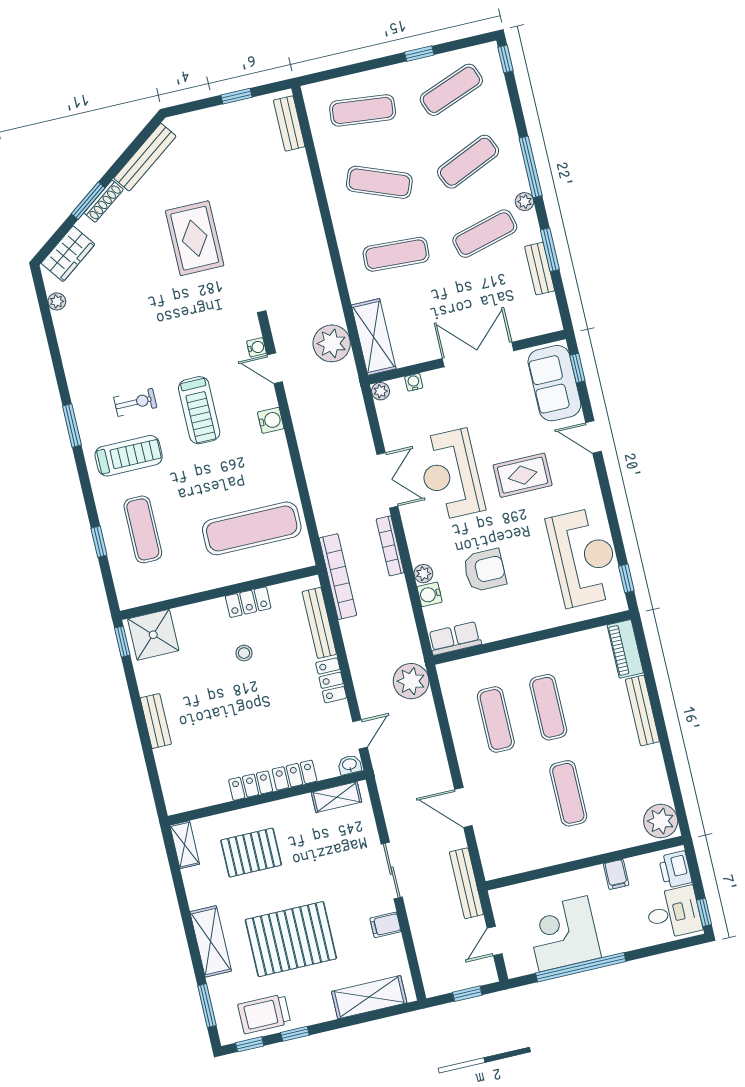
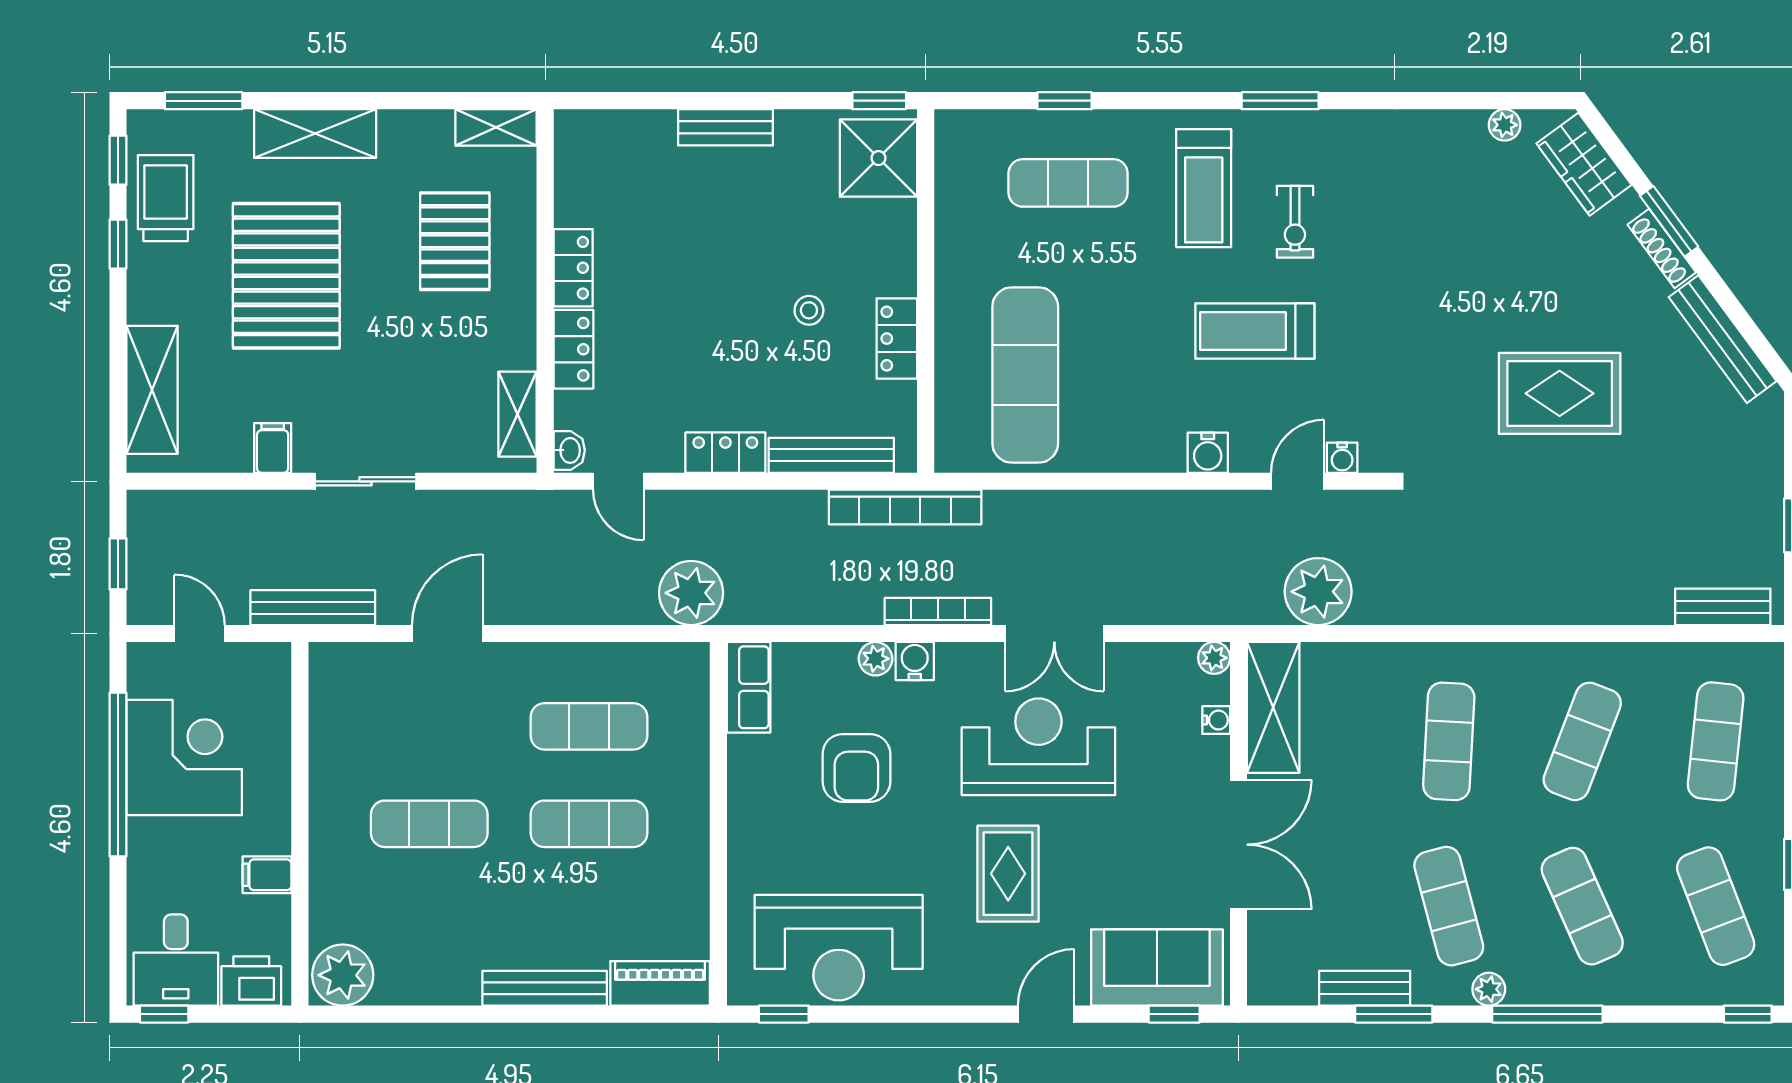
shelving: (374, 337) -> (1273, 707), moved, turned 90
water cooler: (430, 594) -> (915, 661), moved

